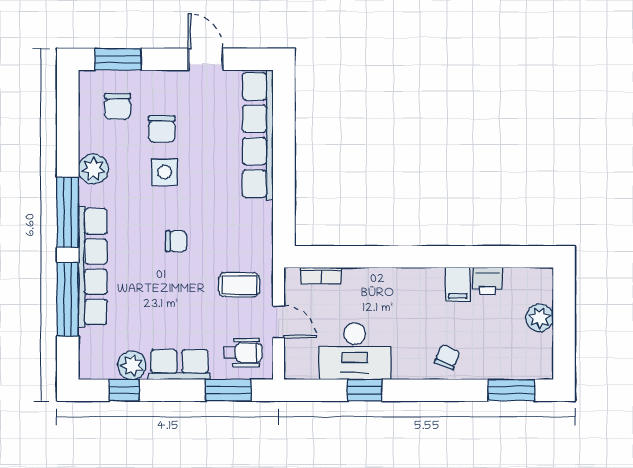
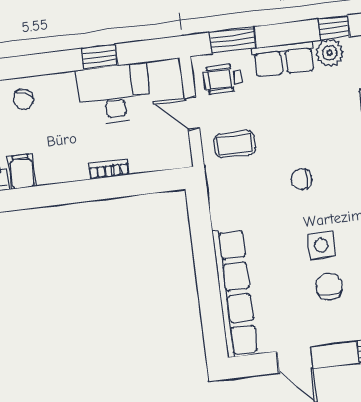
bookcase: (321, 276) -> (109, 169), moved

